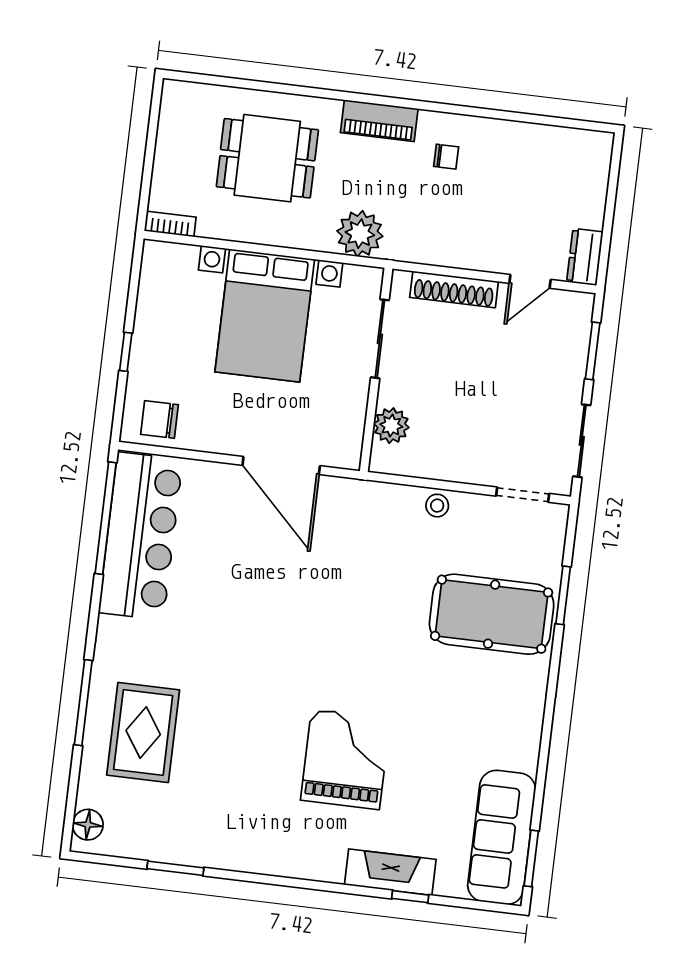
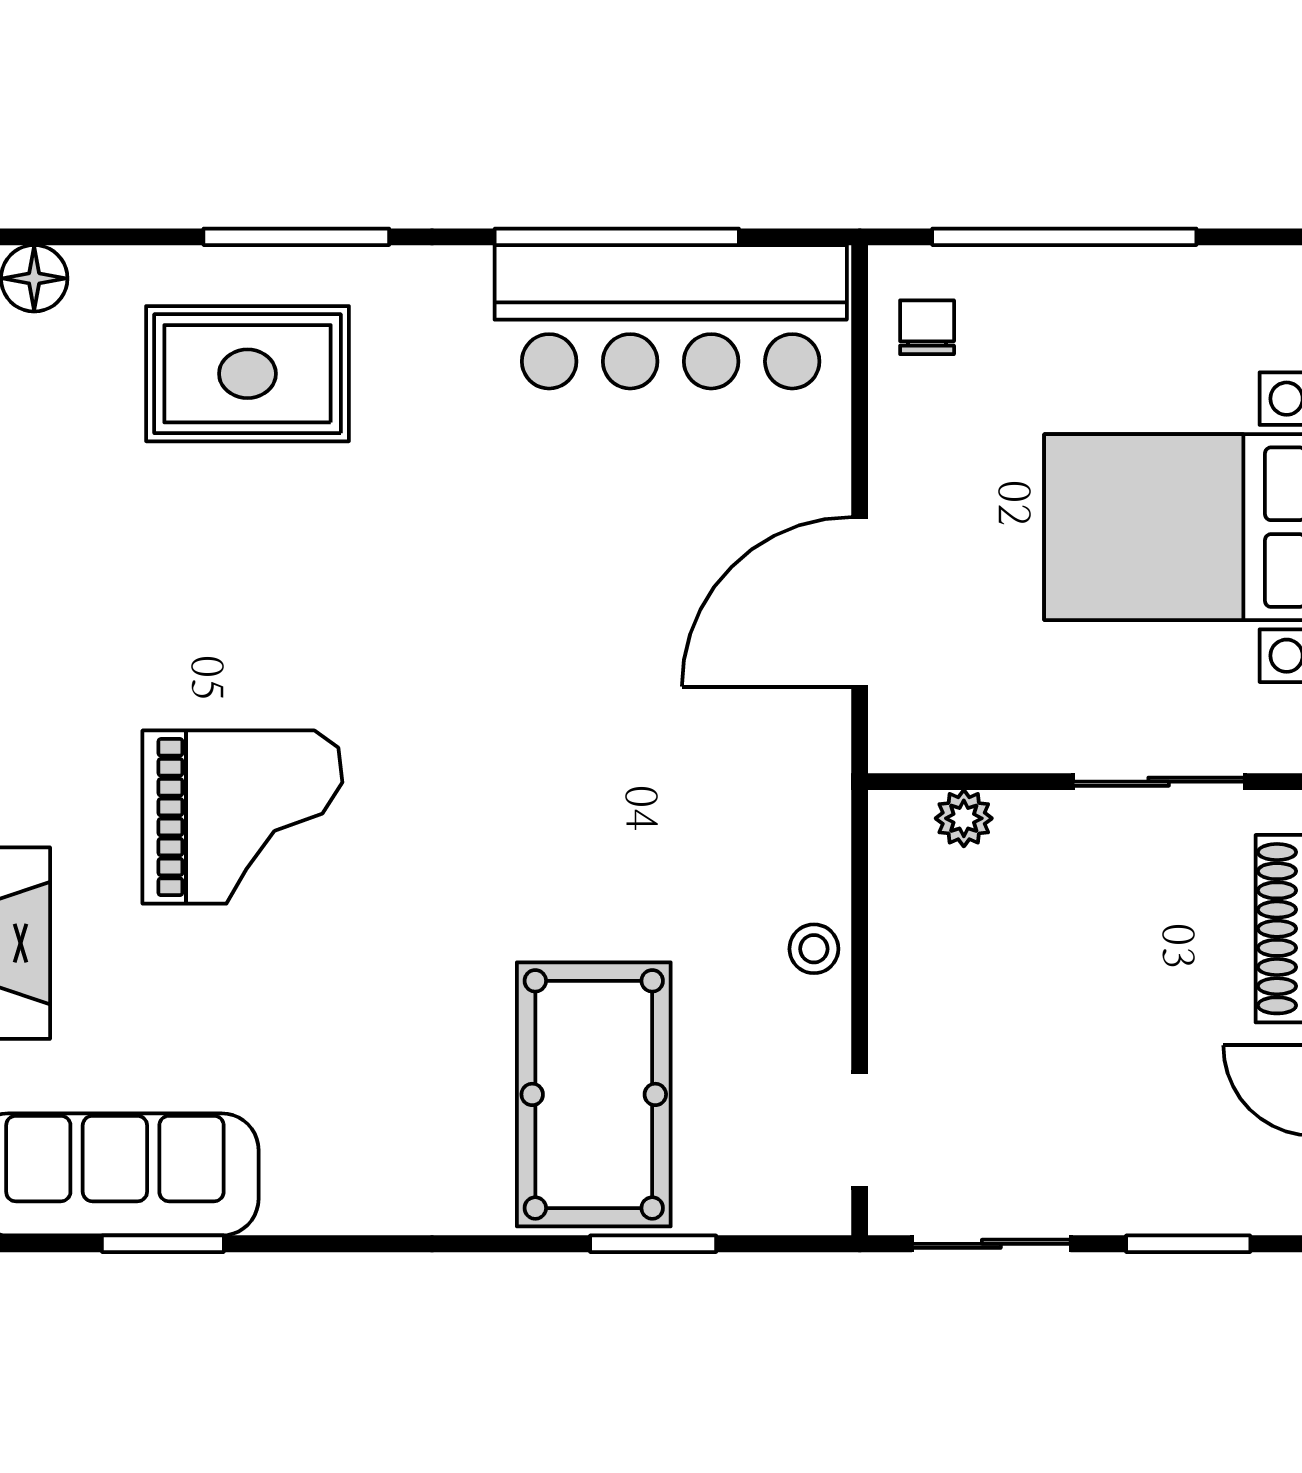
window: (126, 352) -> (1064, 237), width x3.17
chair: (159, 419) -> (927, 327), width x0.73, depth x0.73
plant: (391, 426) -> (964, 818), width x0.73, depth x0.73
window: (106, 518) -> (617, 237), moved
window: (531, 858) -> (163, 1244), moved

